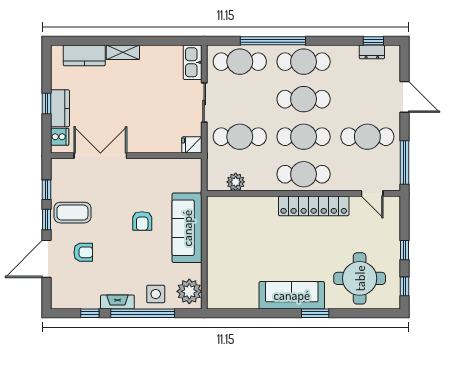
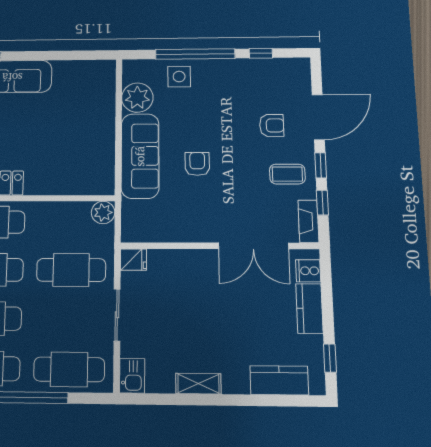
shelving: (123, 52) -> (198, 384), moved
kitchen sink: (193, 62) -> (132, 376), width x0.73
window: (47, 103) -> (330, 358), moved
plant: (236, 182) -> (103, 212), moved
coffee table: (72, 213) -> (287, 174), width x0.73, depth x0.77
armchair: (83, 252) -> (272, 125), turned 180
plant: (189, 291) -> (137, 98), moved
fireplace: (117, 302) -> (308, 221), moved, turned 90

